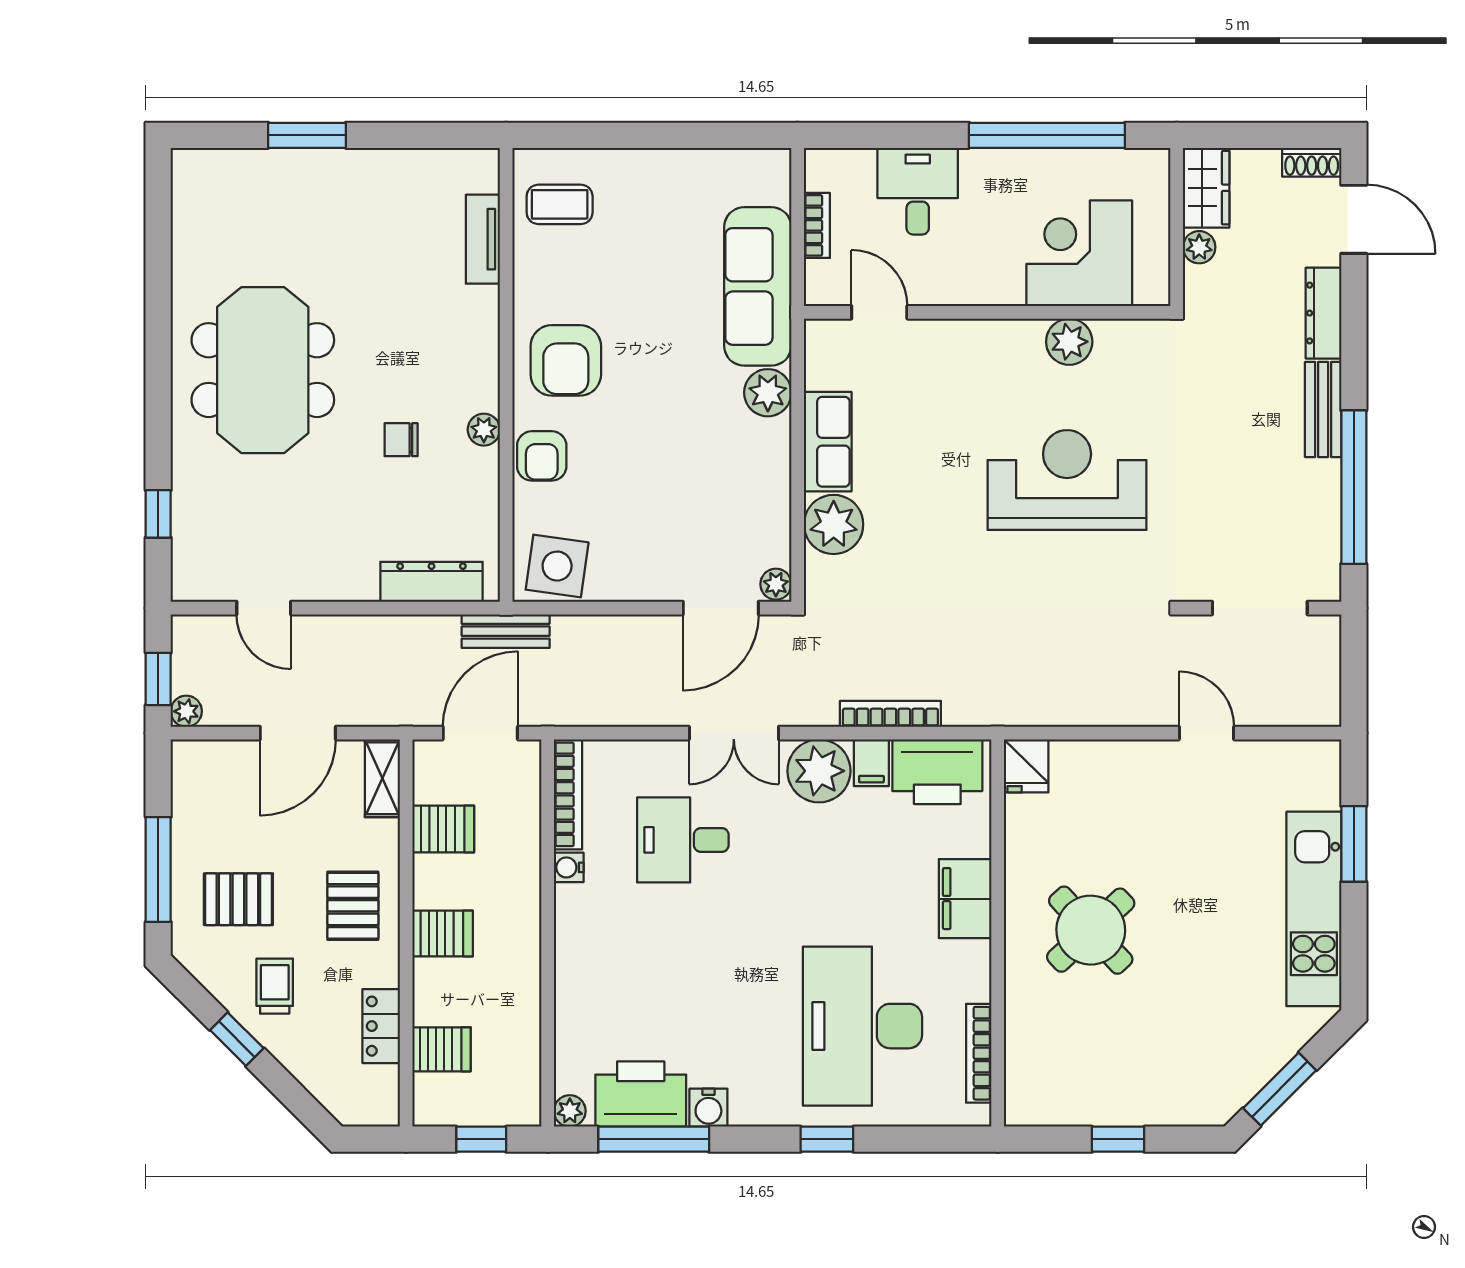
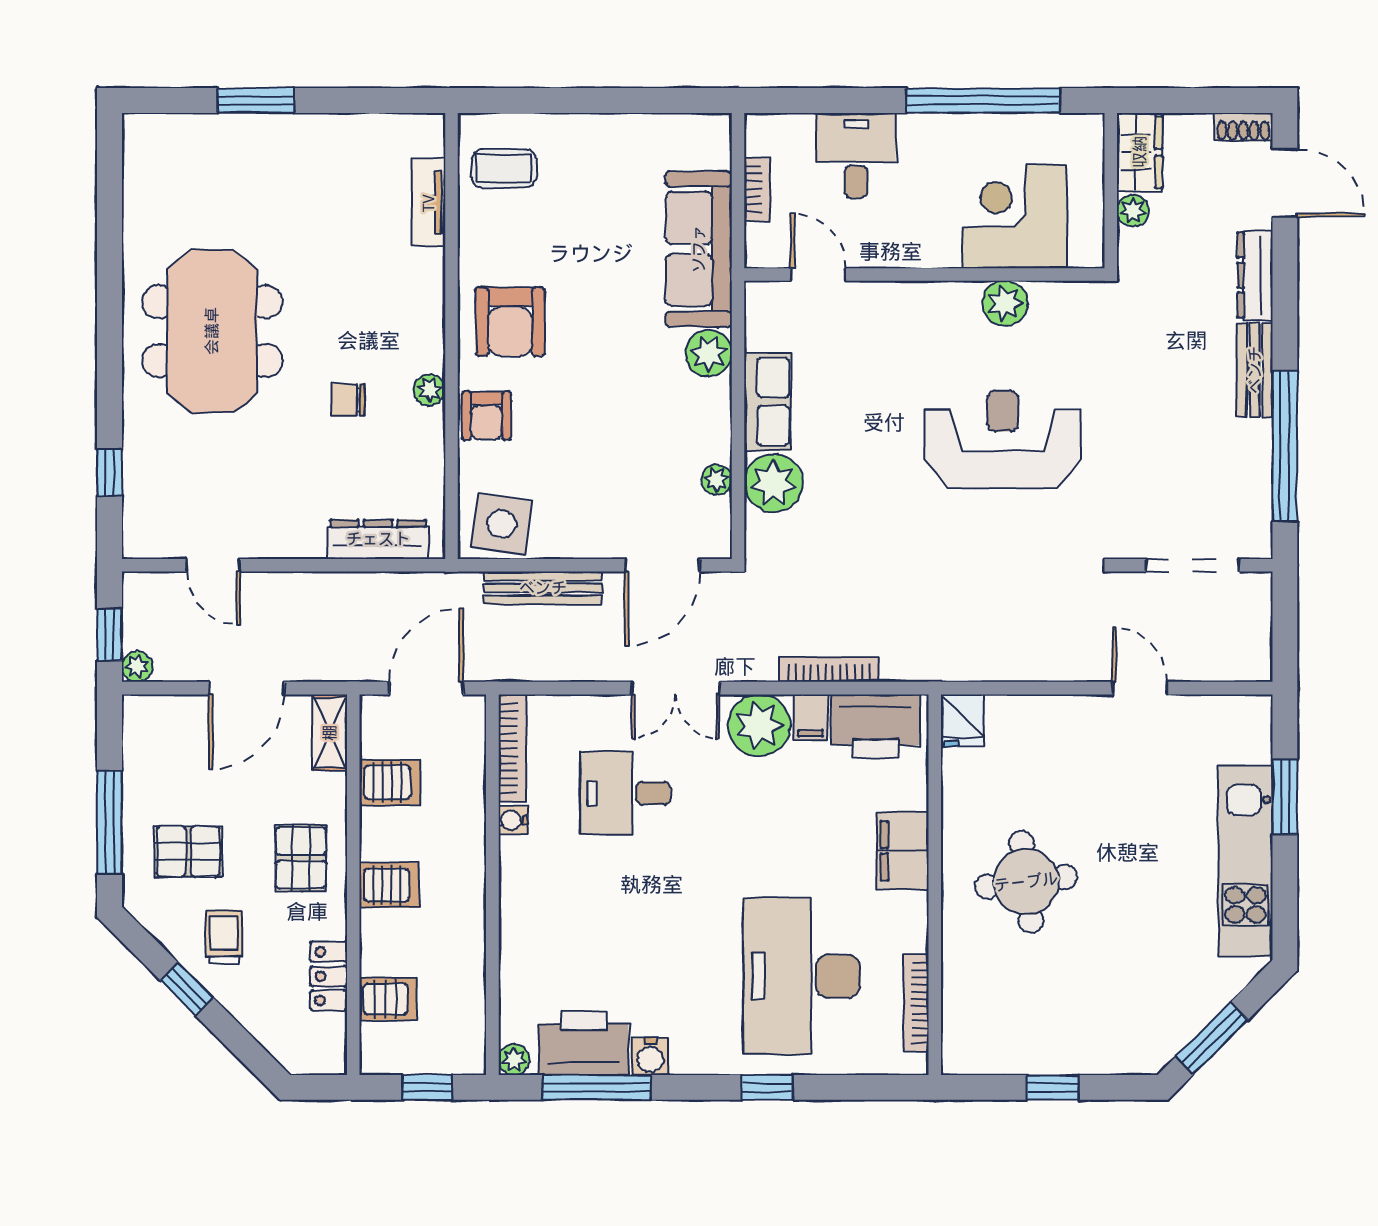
plant: (776, 584) -> (717, 480), moved
bench: (506, 631) -> (543, 588), moved, width x1.36
round table: (1091, 930) -> (1026, 882), turned 36

